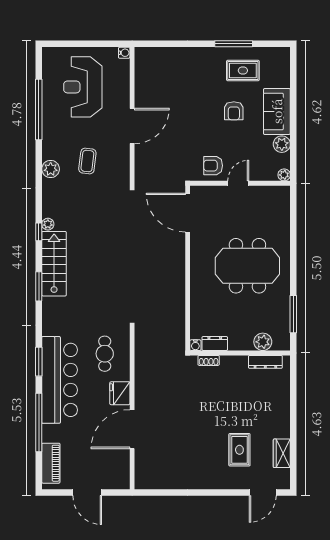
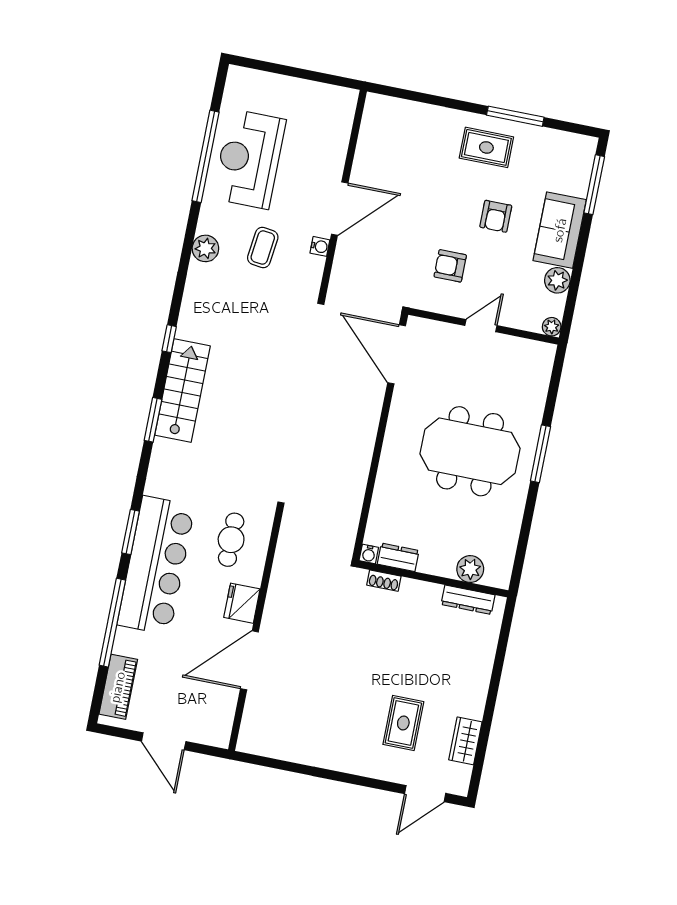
water cooler: (124, 53) -> (320, 246), moved
rug: (243, 70) -> (486, 147), moved
window: (293, 78) -> (594, 185), added
reception desk: (83, 87) -> (249, 159), moved
armchair: (213, 166) -> (450, 266), moved
plant: (48, 224) -> (185, 330), removed
window: (293, 314) -> (540, 454), moved

